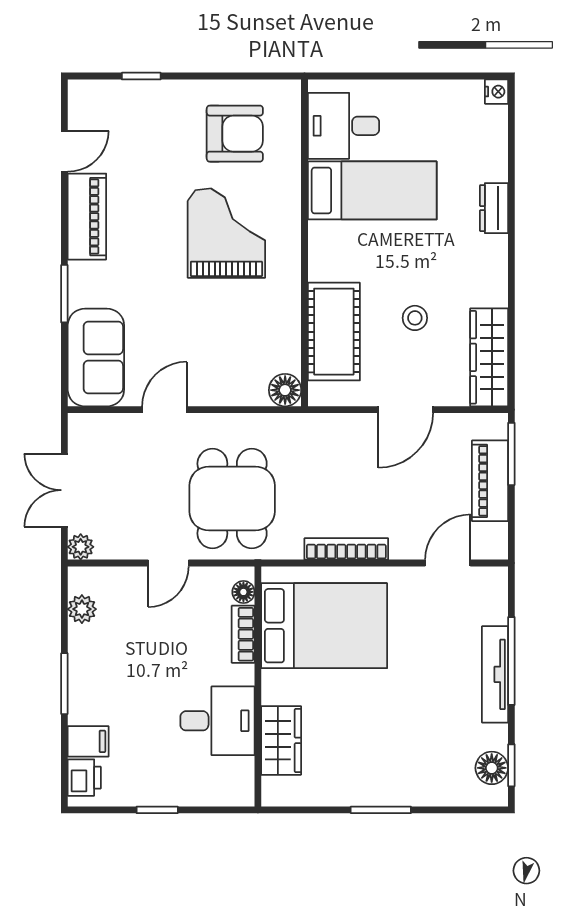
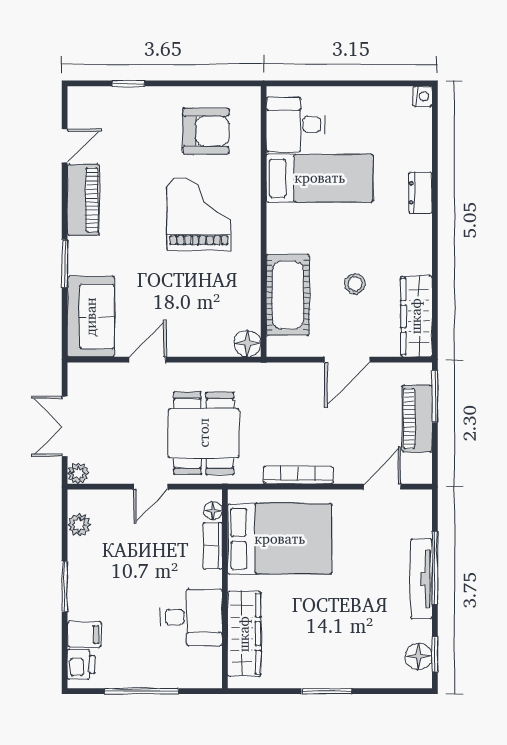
wardrobe: (281, 740) -> (244, 634), width x1.50
window: (157, 810) -> (142, 691), width x2.17

